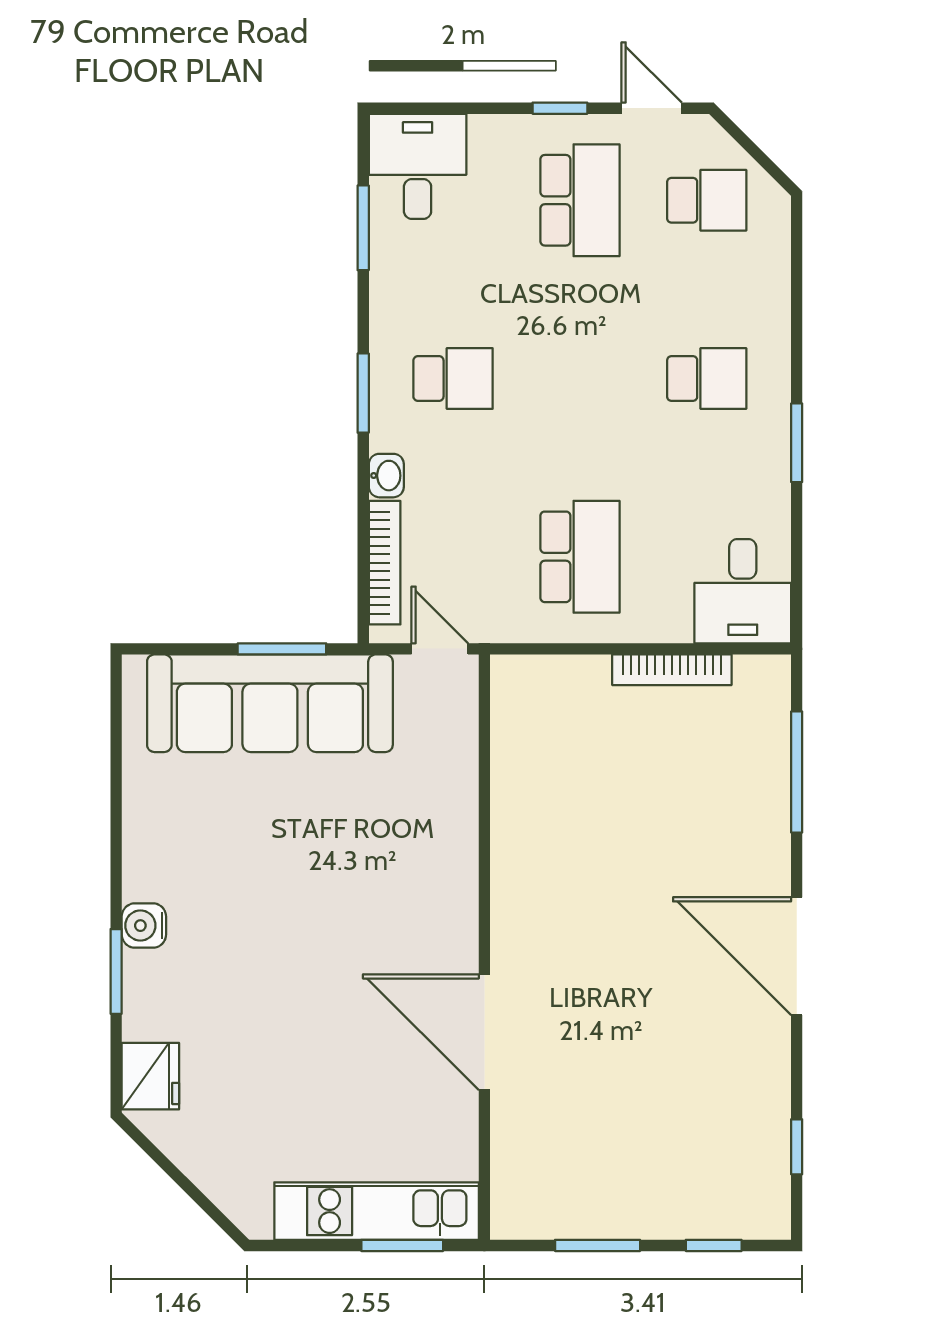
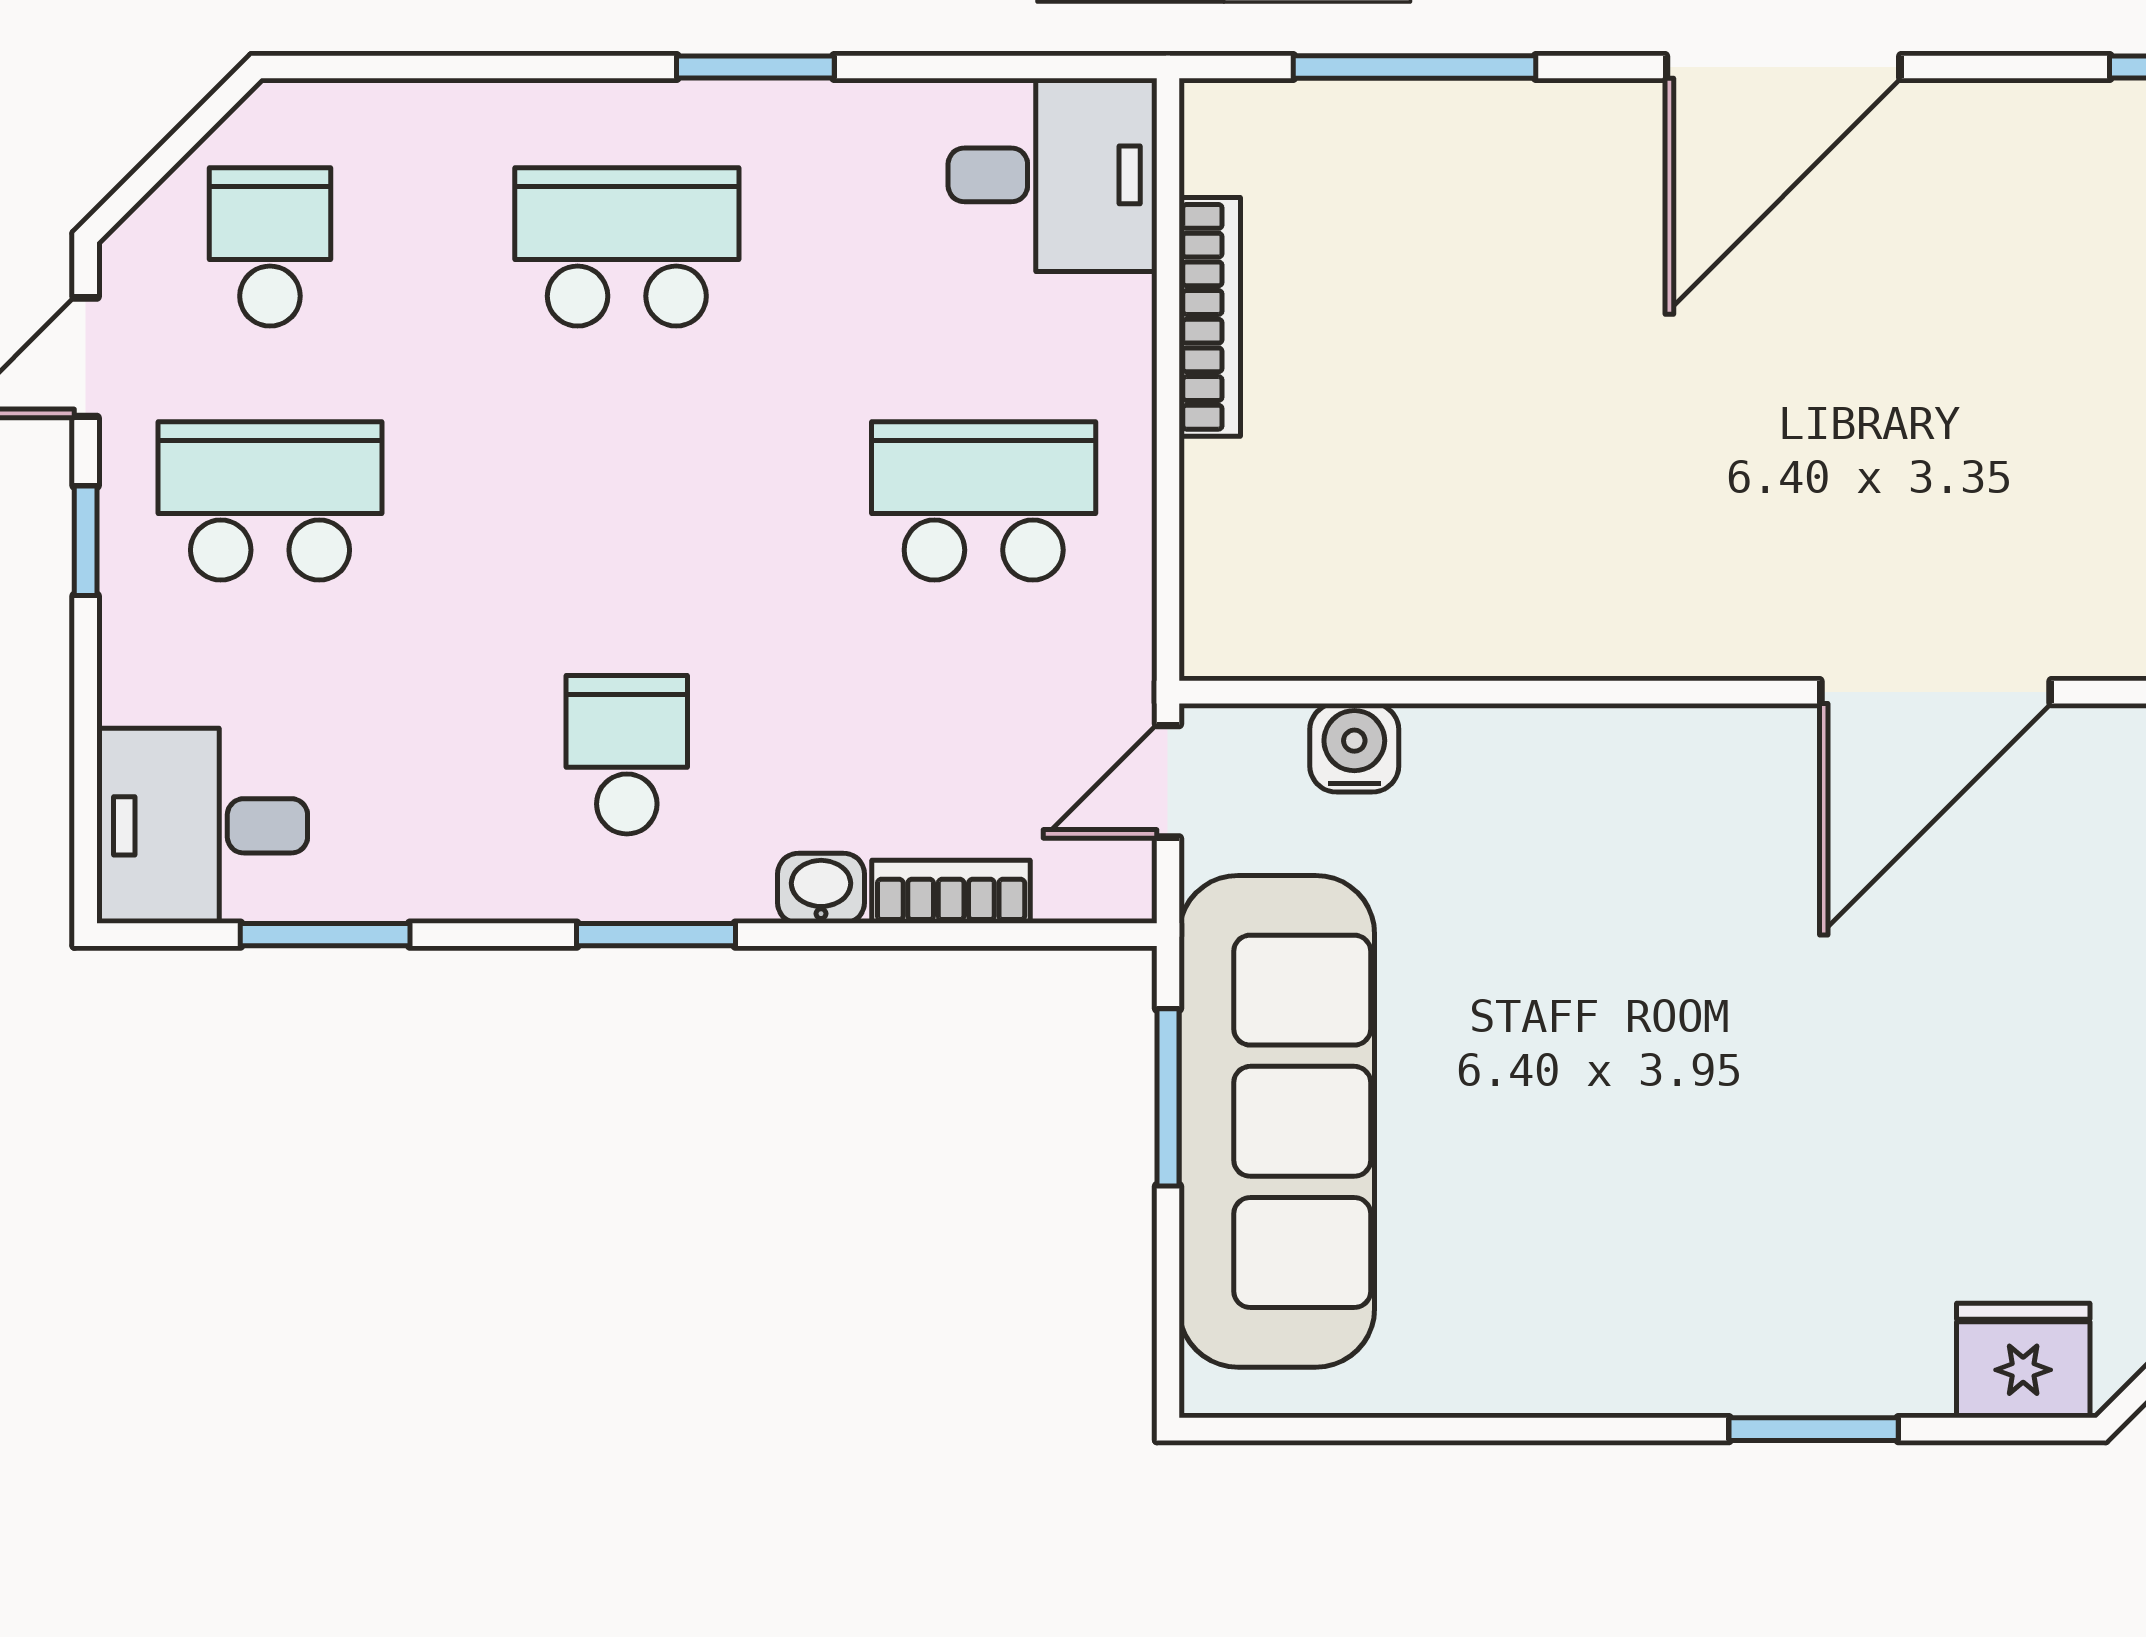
school desk: (707, 379) -> (627, 247), width x1.85
bookcase: (385, 563) -> (951, 892), width x0.64
water cooler: (144, 926) -> (1354, 748), moved, turned 180

